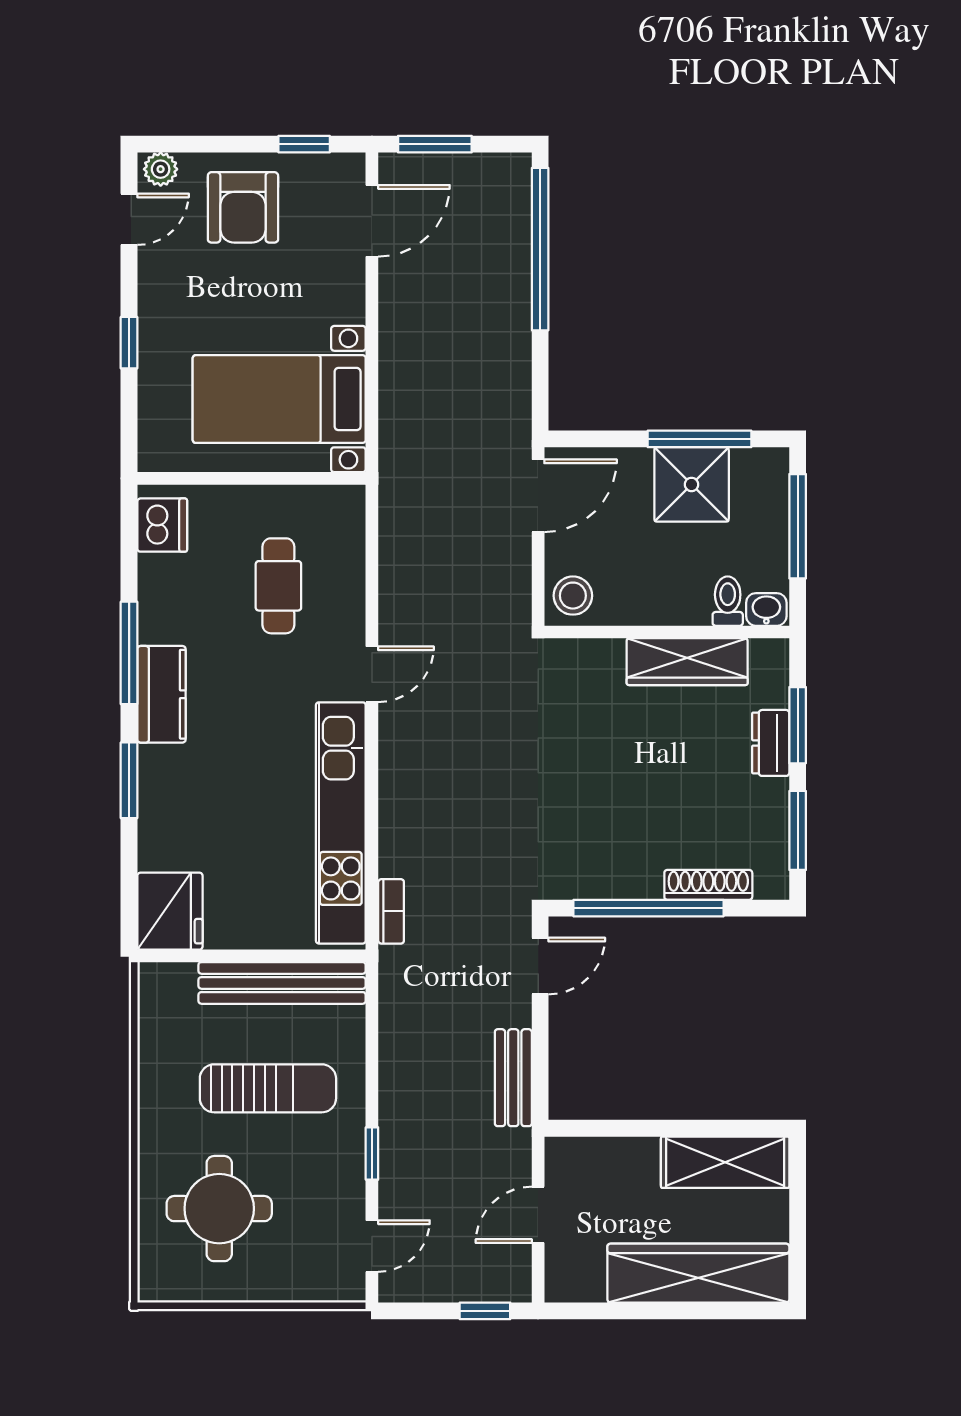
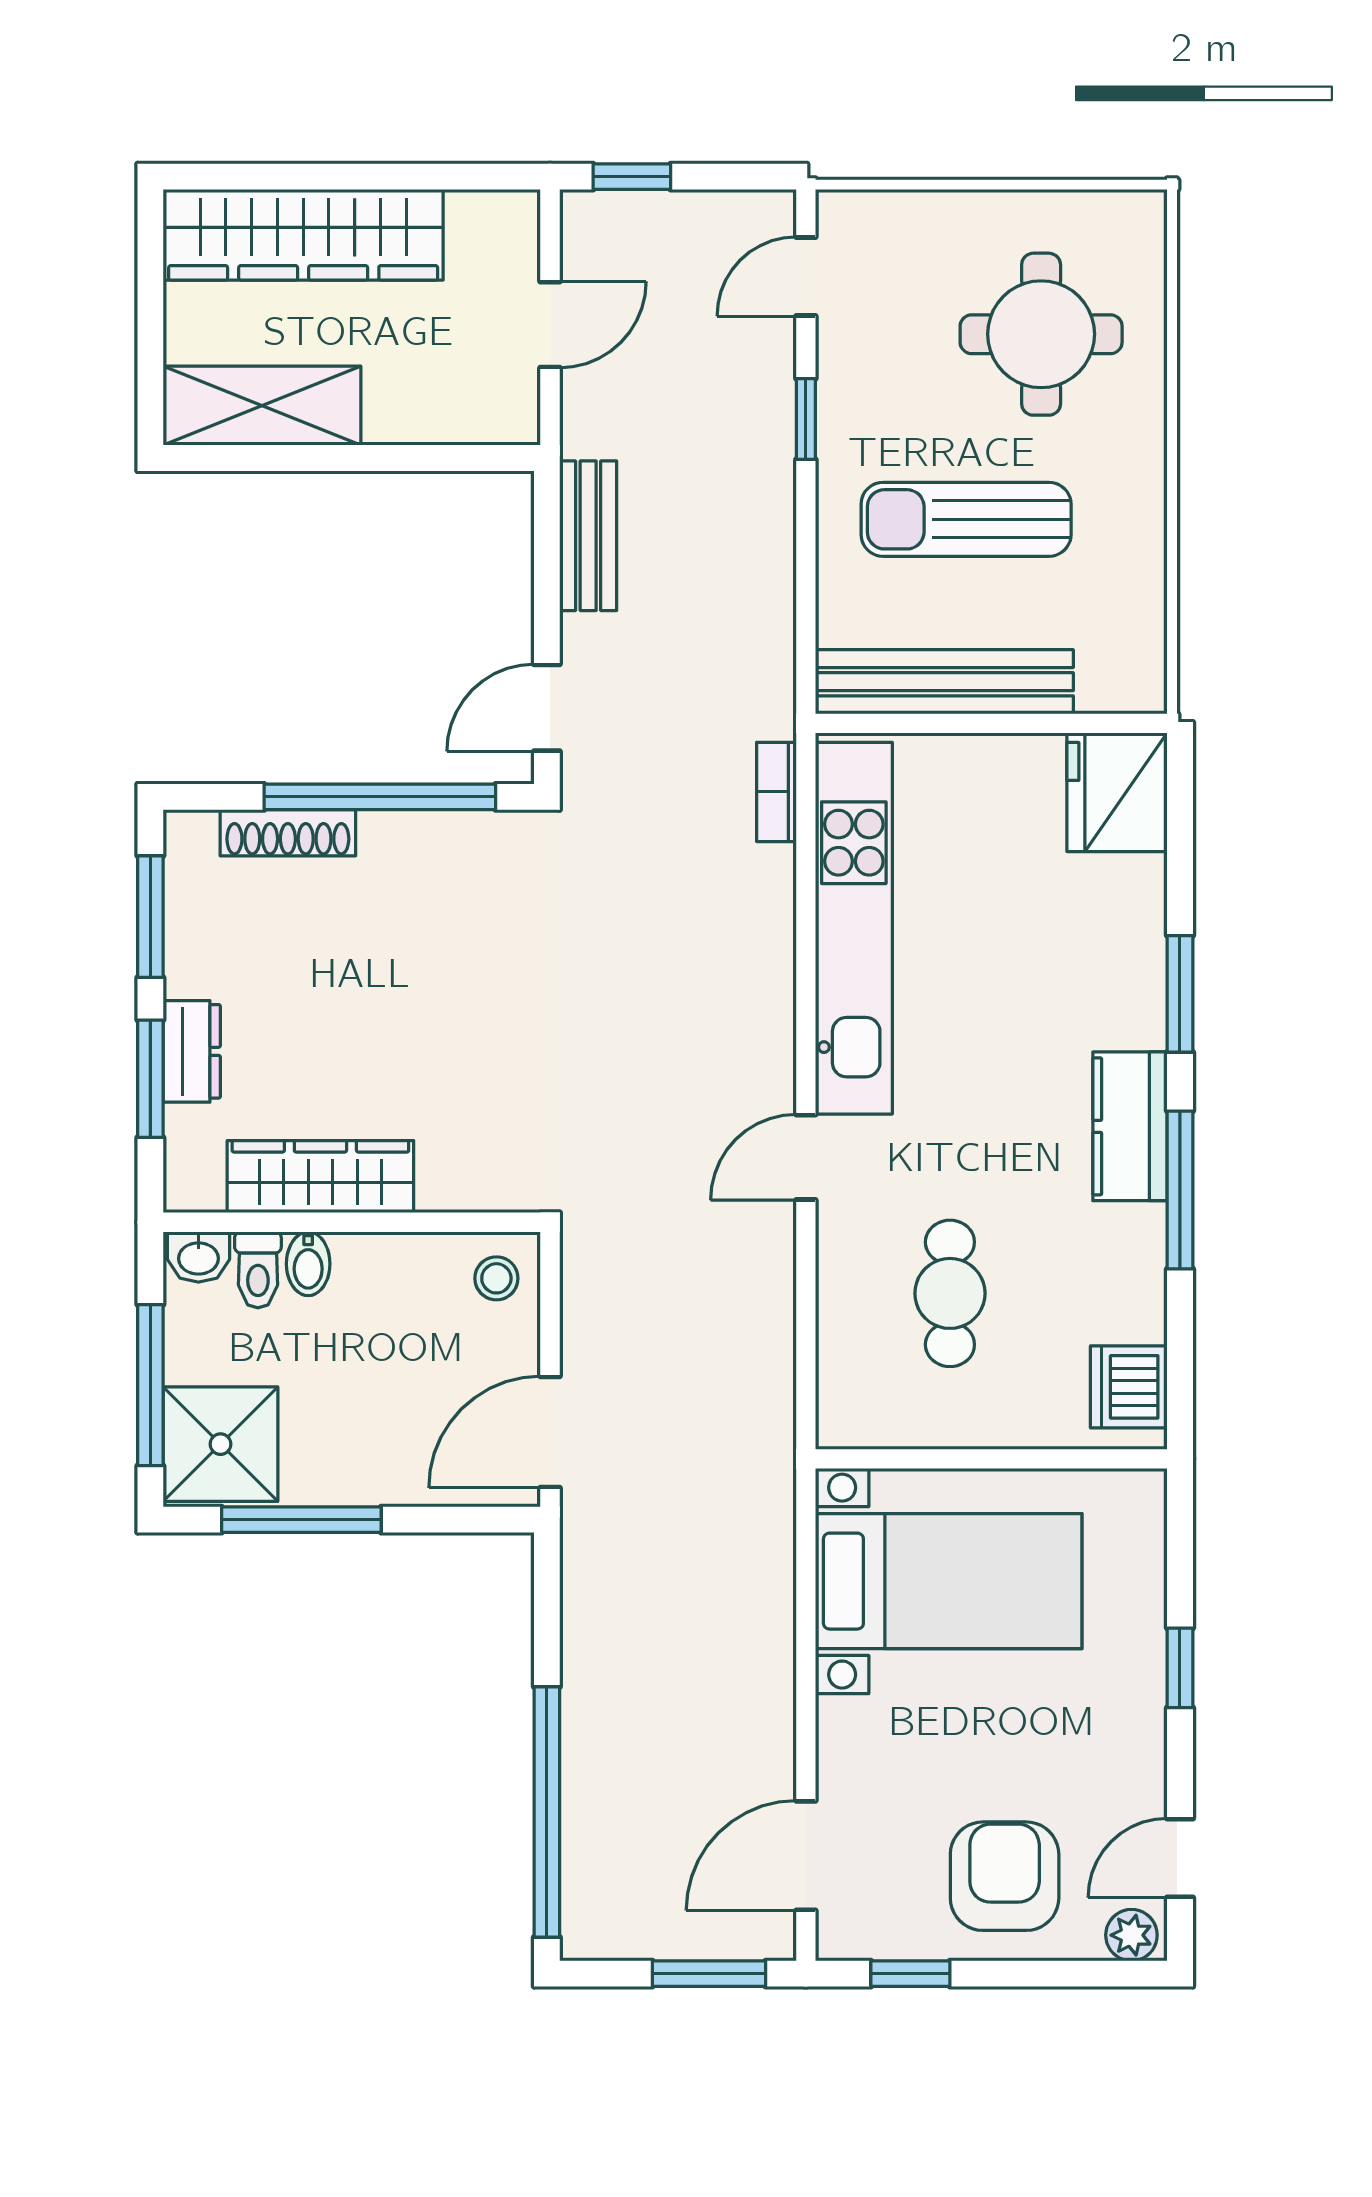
shower: (692, 484) -> (220, 1444), moved
stool: (573, 596) -> (496, 1278), width x0.73, depth x0.73
bidet: (695, 605) -> (308, 1264), added

